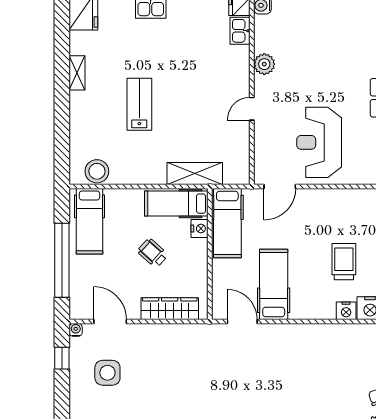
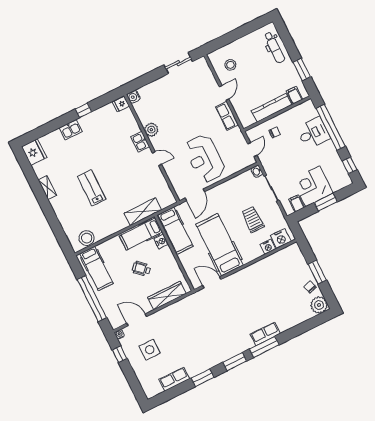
kitchen sink: (240, 31) -> (140, 142), moved
door: (252, 109) -> (157, 159), swing flipped
hospital bed: (274, 284) -> (220, 245), width x1.37, depth x1.29

